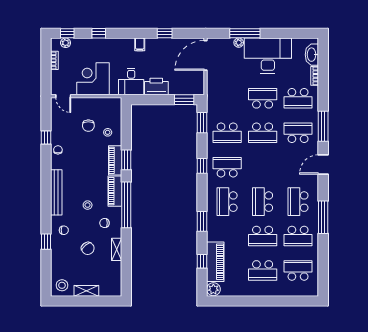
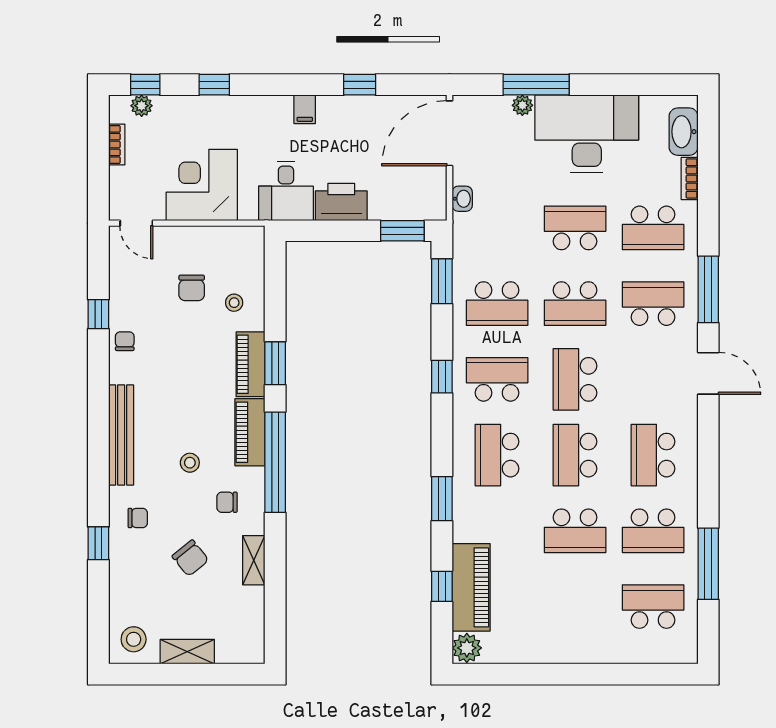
washbasin: (211, 85) -> (462, 199), added
door: (323, 164) -> (708, 373), swing flipped
window: (323, 217) -> (708, 564), moved
school desk: (263, 270) -> (575, 379), moved, turned 90

